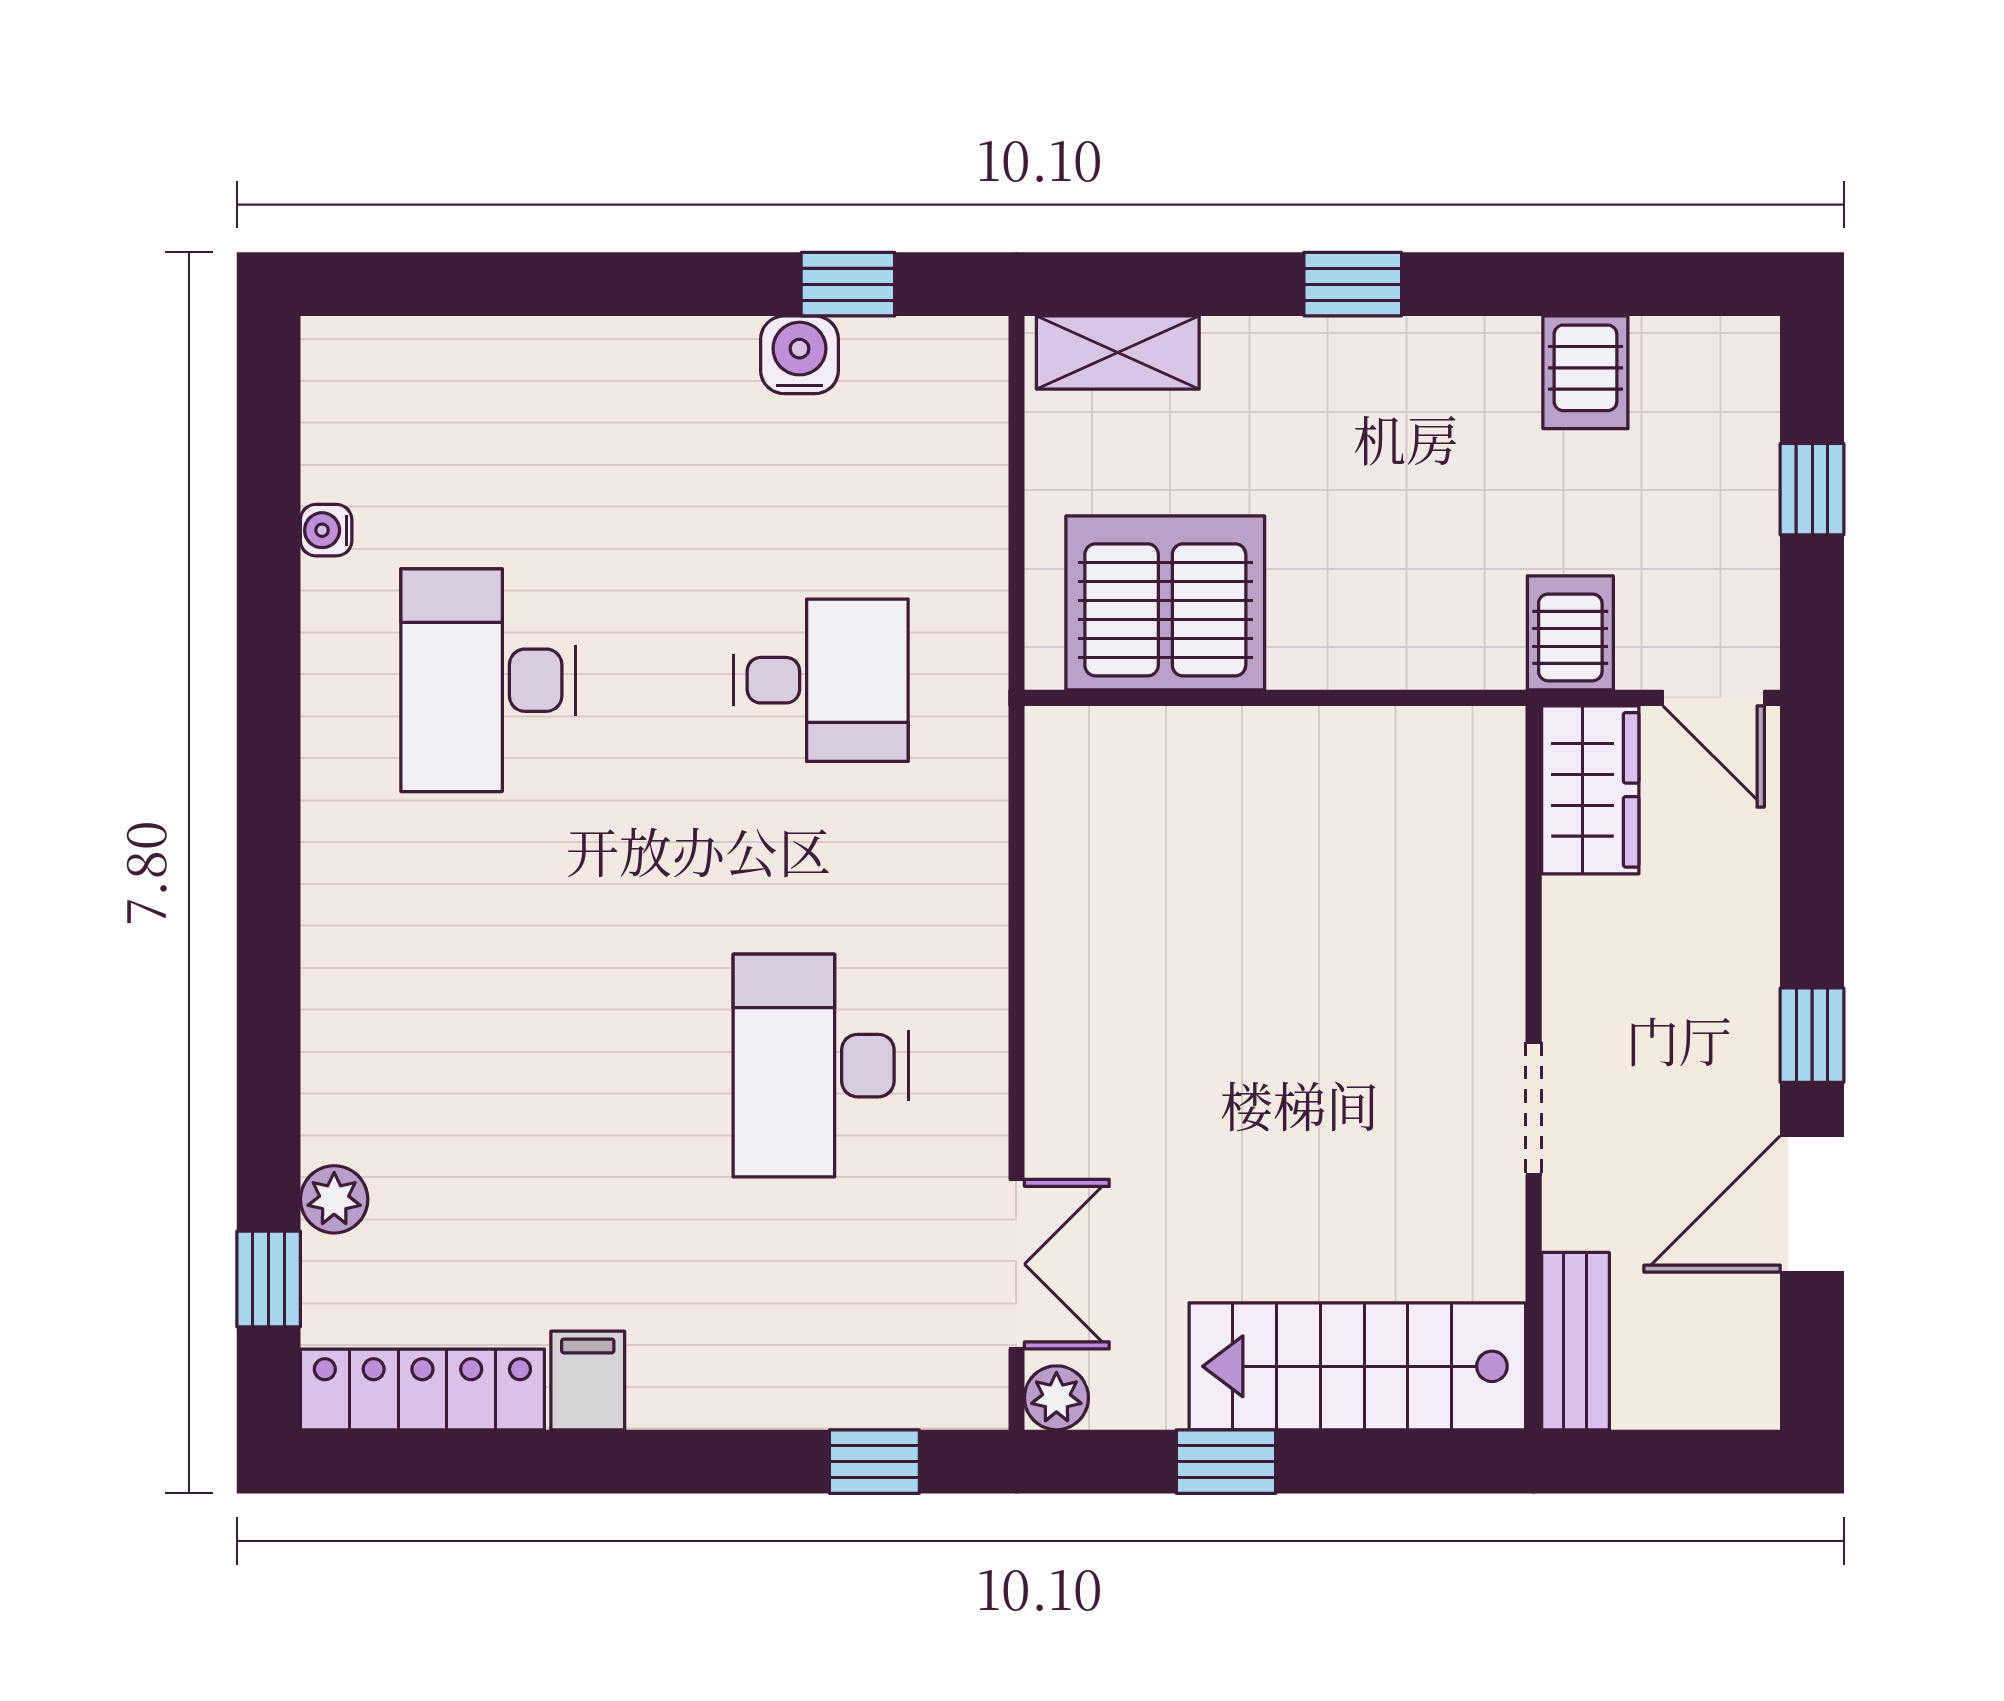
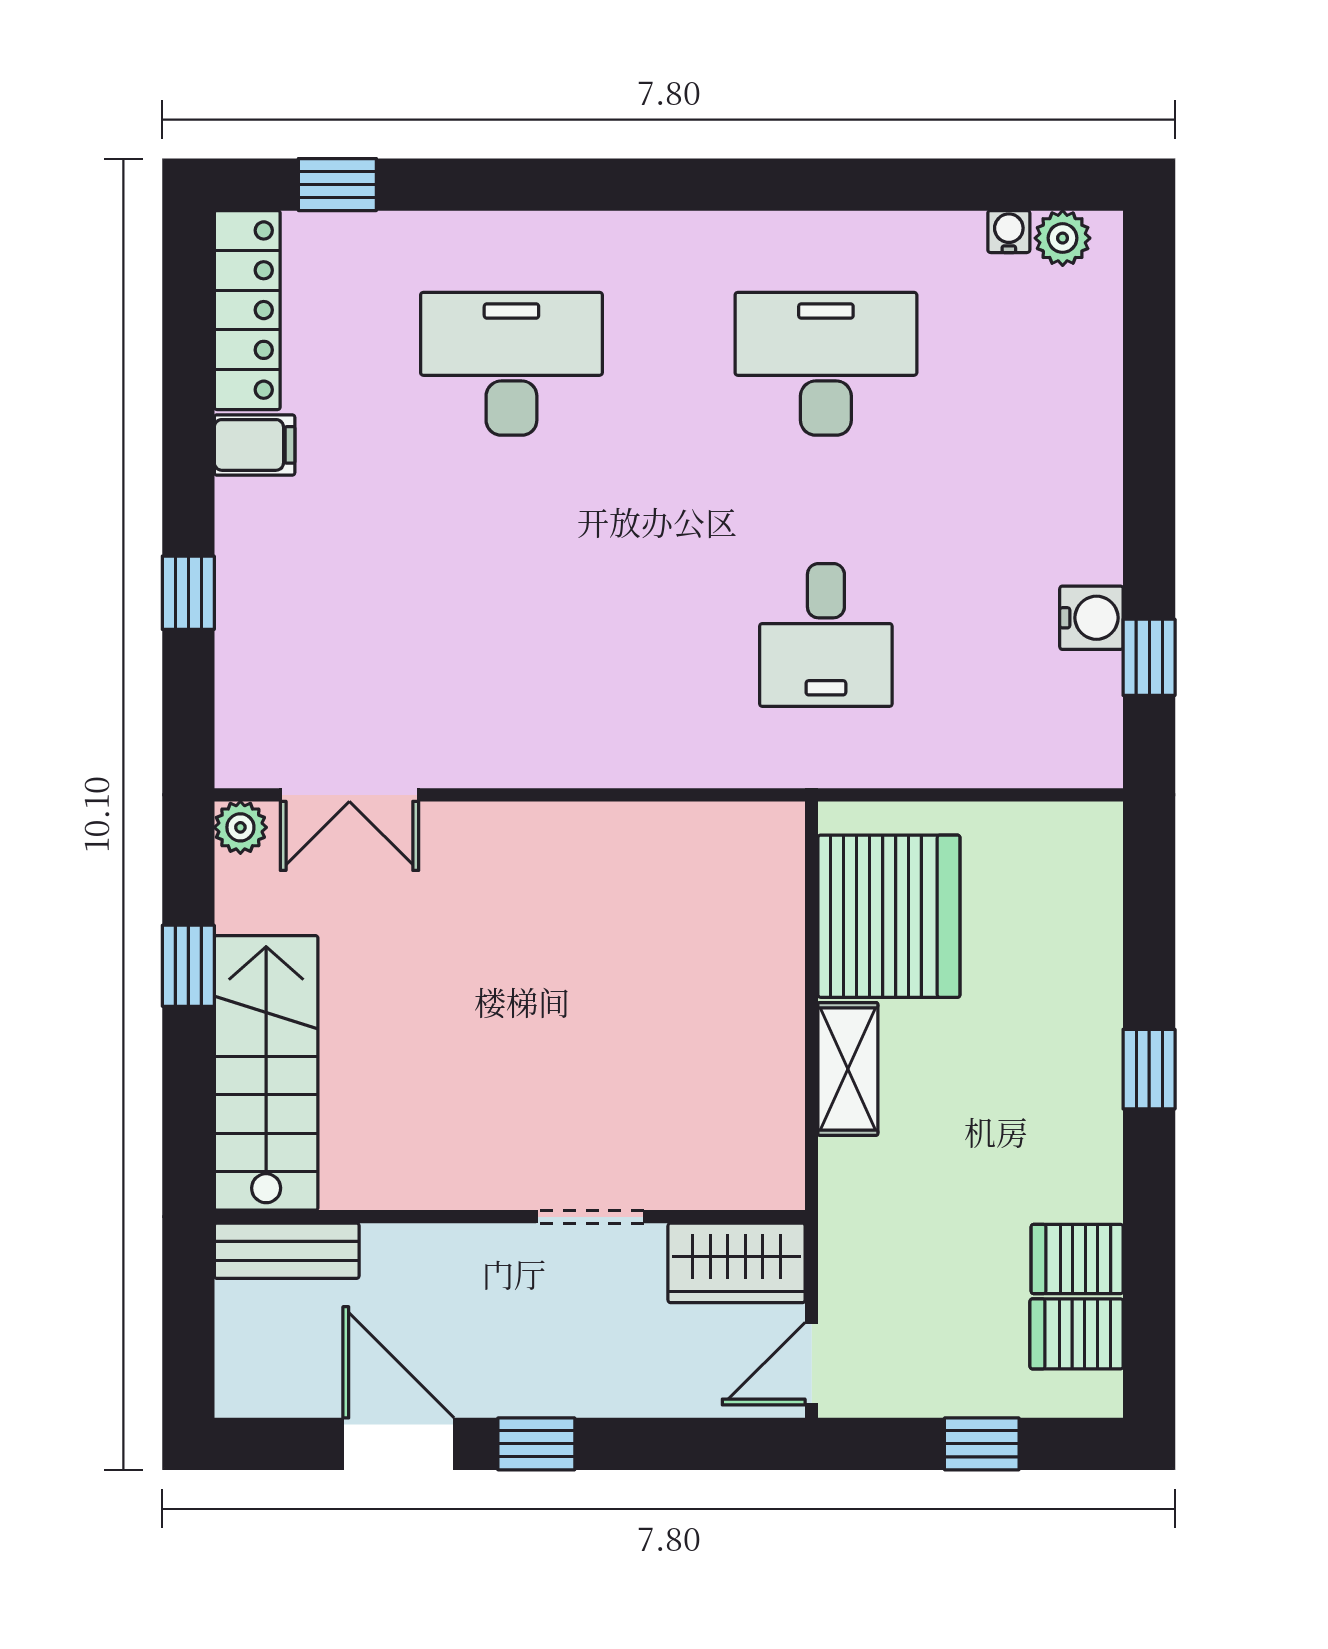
shelving: (1118, 353) -> (848, 1069), moved
water cooler: (326, 530) -> (1009, 232), moved
server rack: (1570, 633) -> (1077, 1334), moved, turned 180
desk: (821, 1066) -> (511, 364), moved
doorway: (1534, 1108) -> (590, 1217), moved
plant: (334, 1199) -> (1063, 238), moved
window: (874, 1462) -> (188, 593), moved

